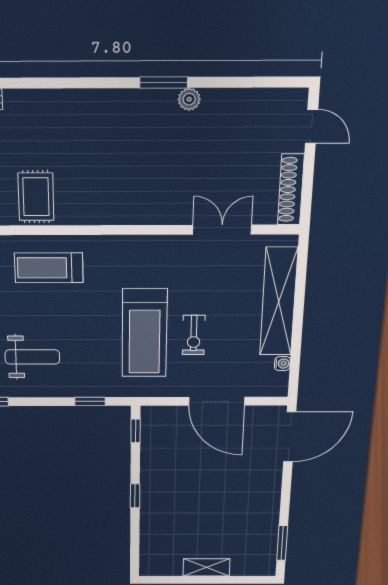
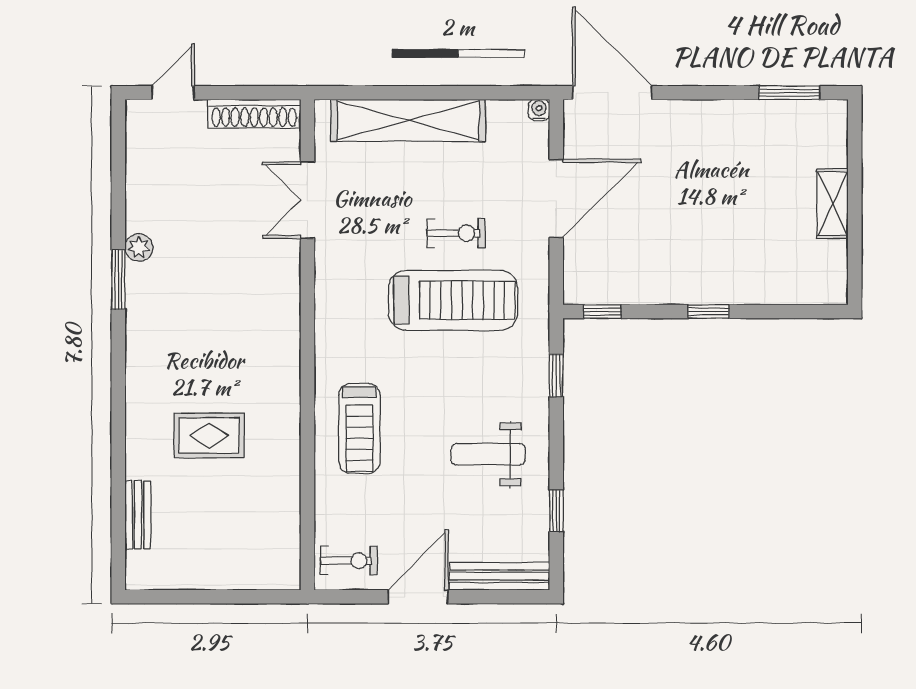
rug: (36, 197) -> (209, 435), moved
weight bench: (32, 357) -> (488, 454), turned -90
water cooler: (282, 364) -> (539, 110), moved

